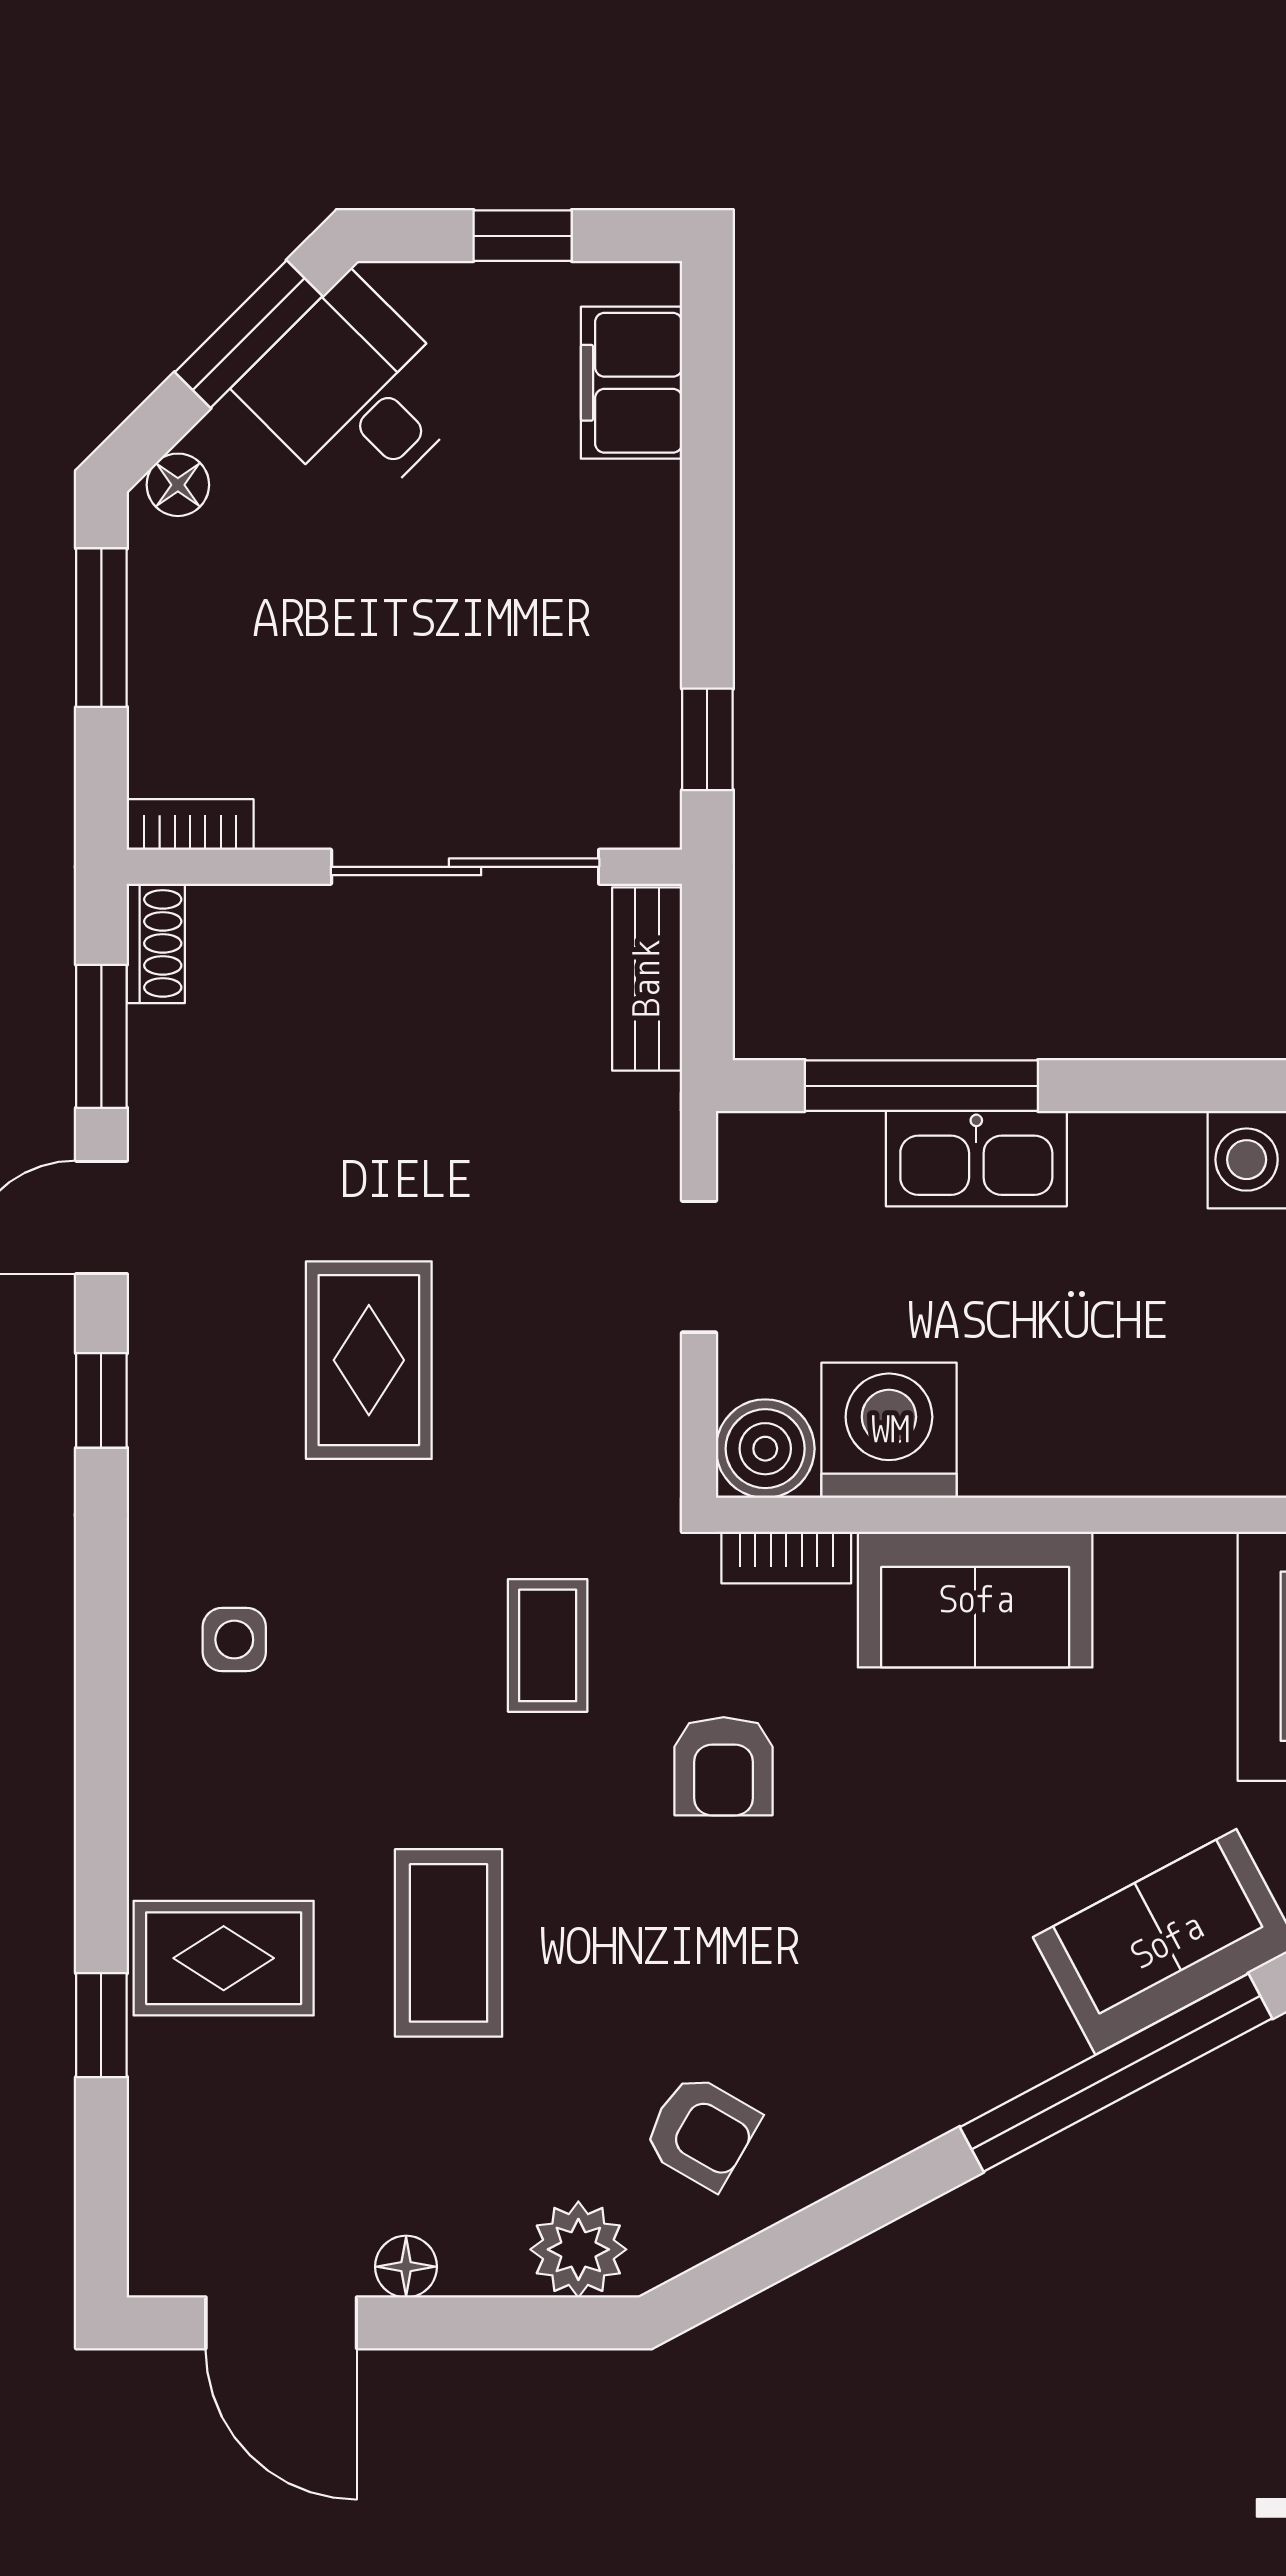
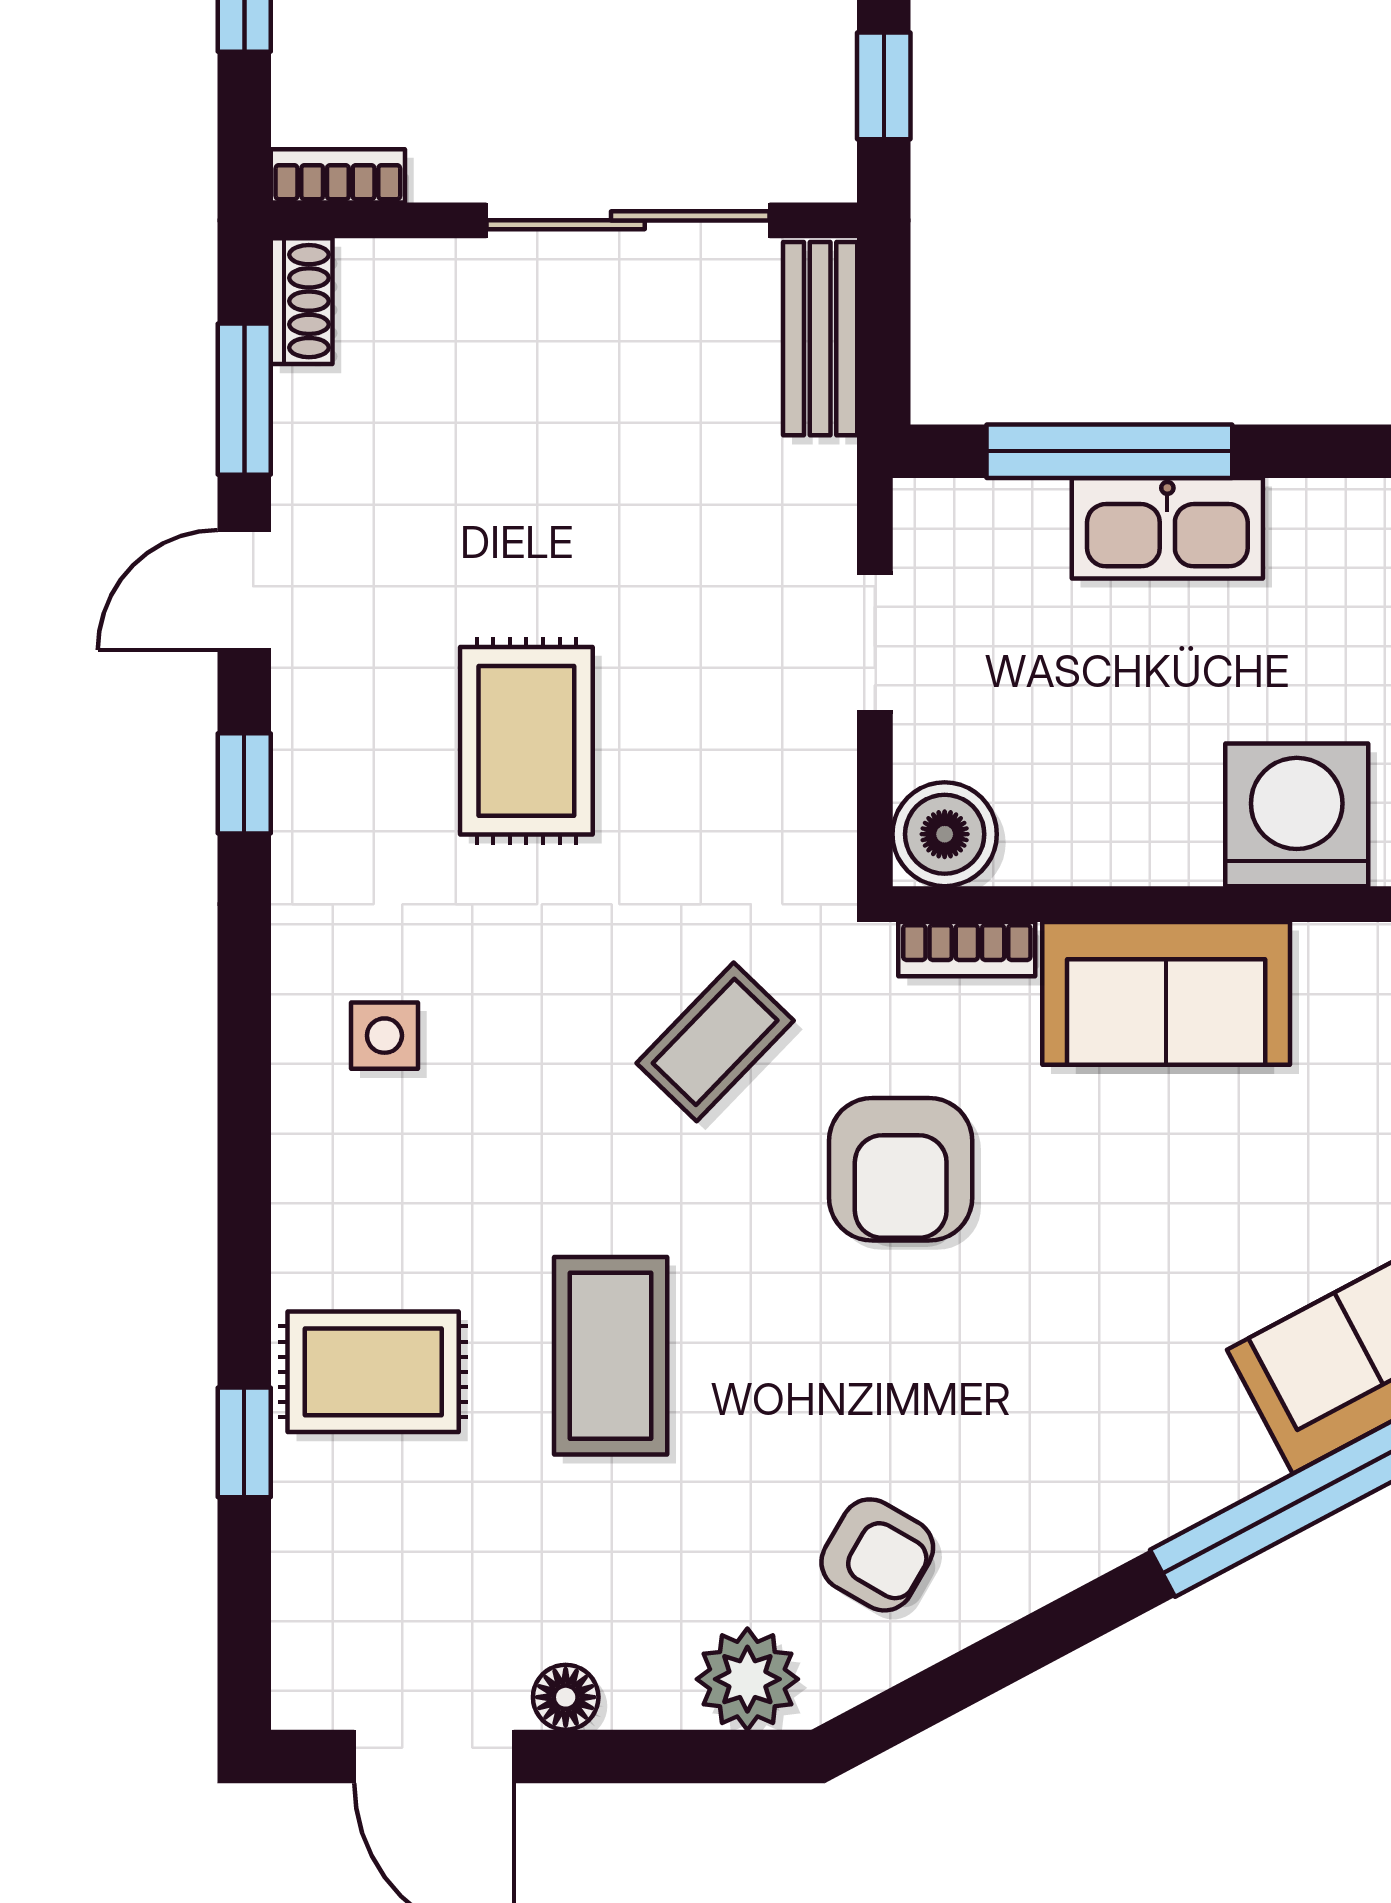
washing machine: (889, 1430) -> (1297, 815), moved
coffee table: (548, 1645) -> (715, 1042), turned 44
armchair: (724, 1766) -> (901, 1169), width x1.38, depth x1.38

